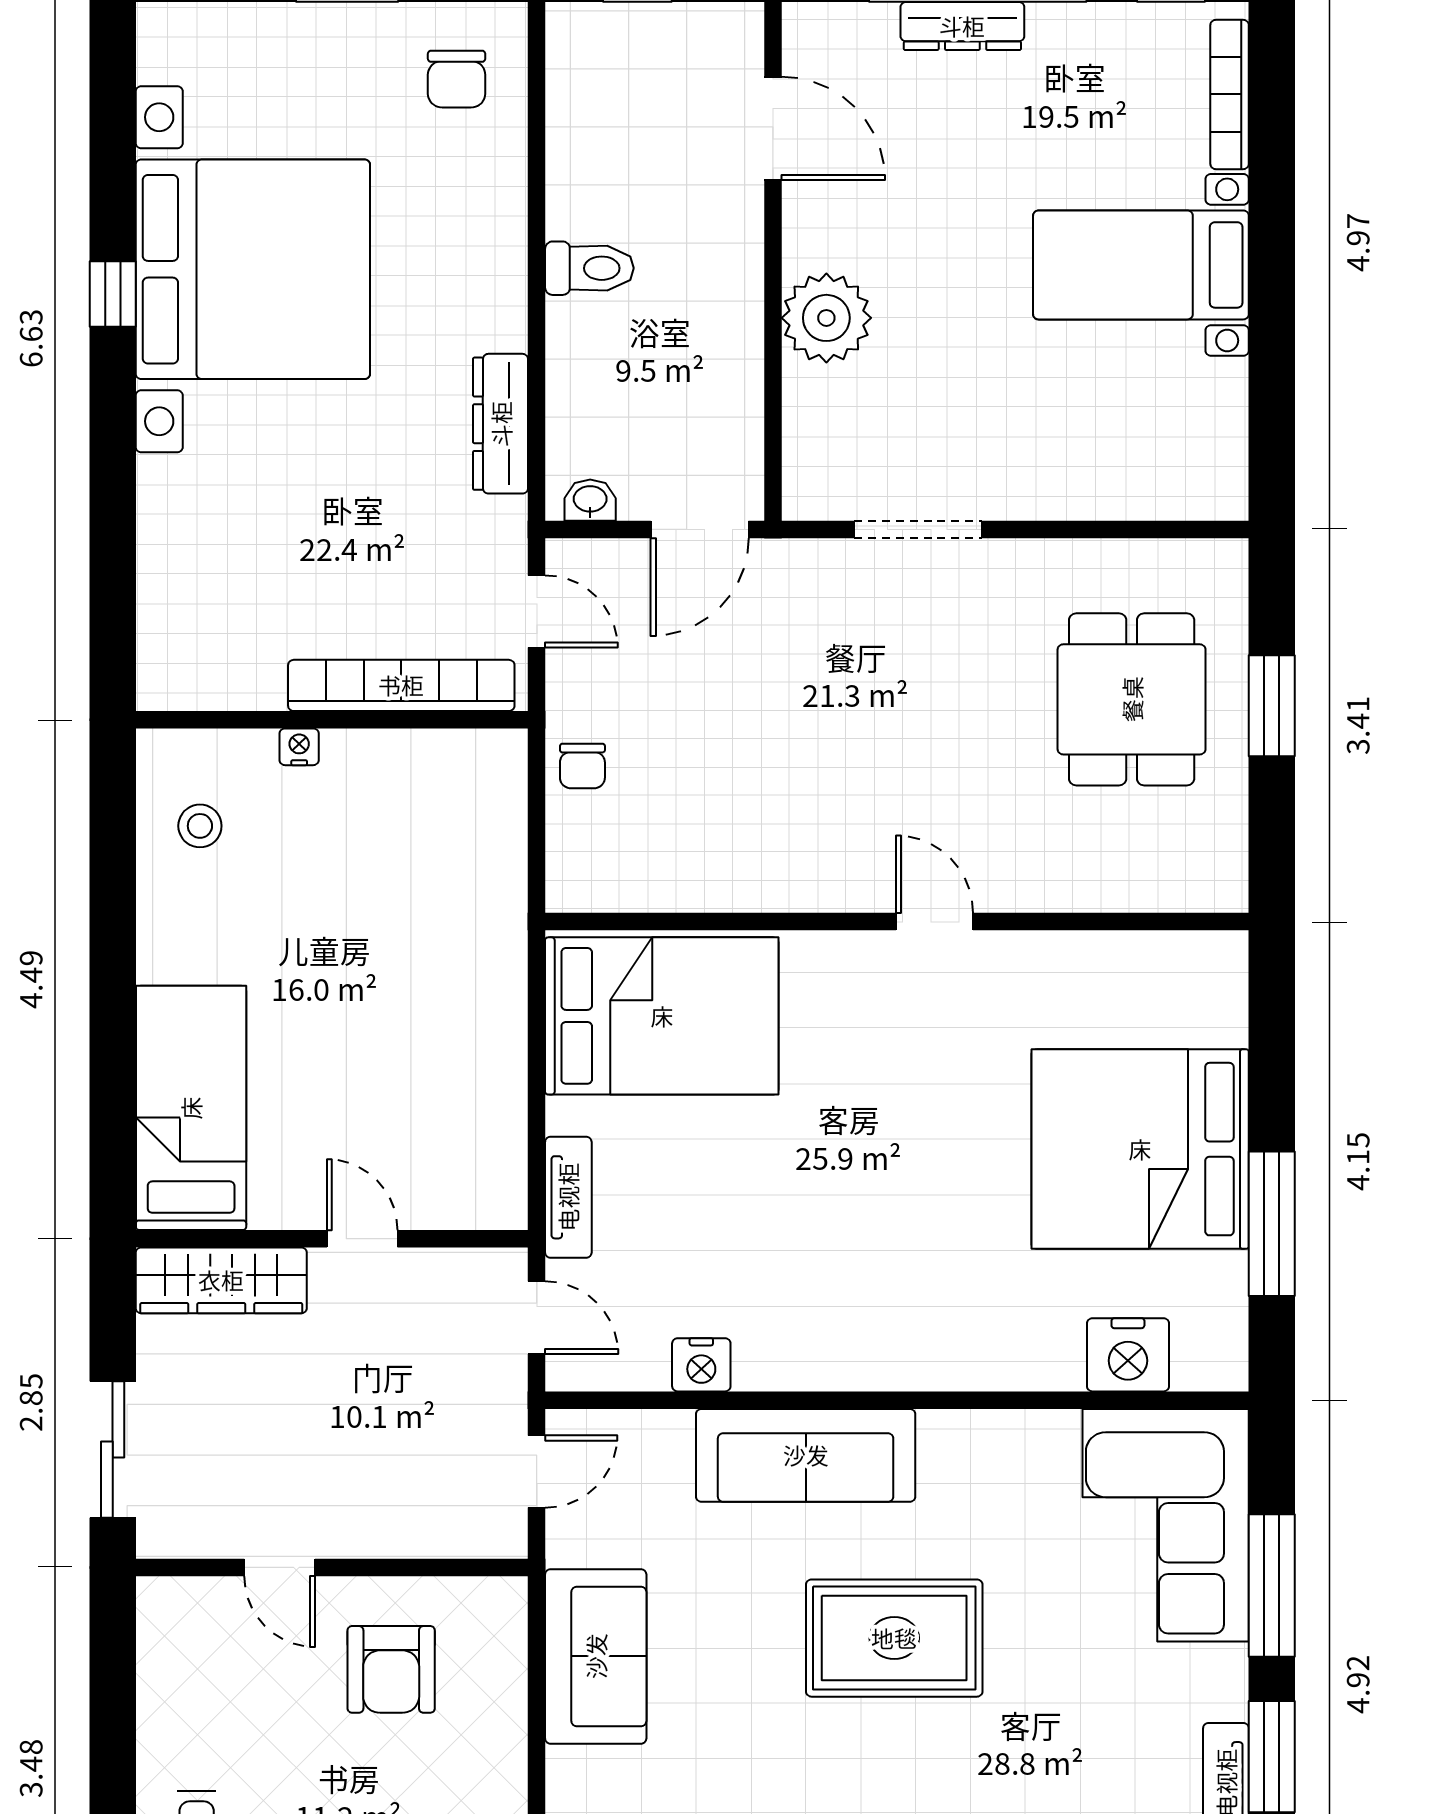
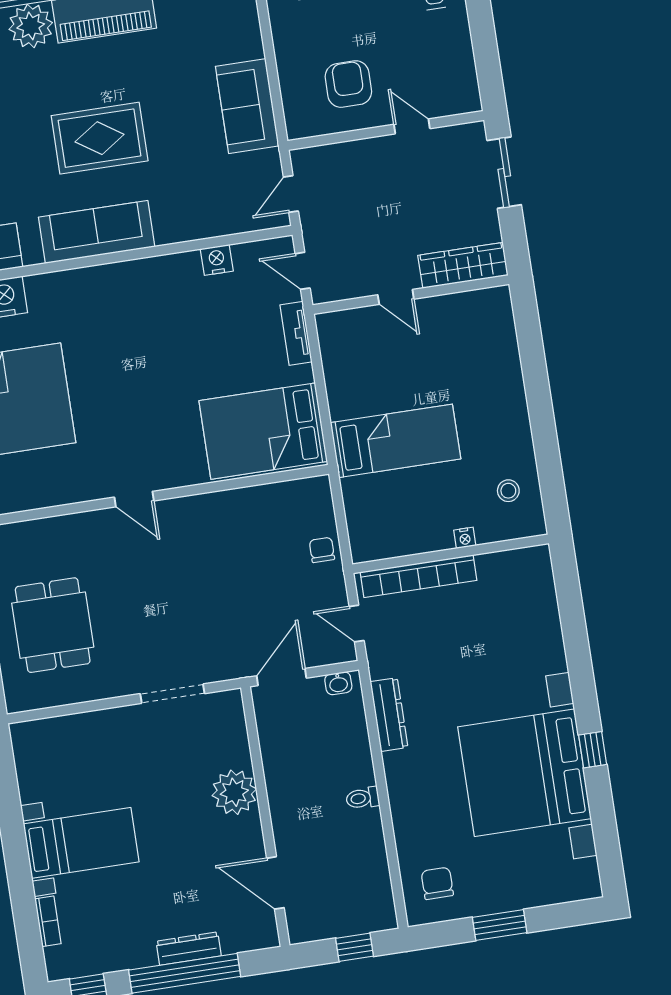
bookcase: (1230, 94) -> (48, 921), width x0.64
toilet: (589, 268) -> (363, 798), width x0.73, depth x0.72
bed: (191, 1108) -> (396, 441), moved, turned -90
sofa: (806, 1455) -> (97, 232), moved

